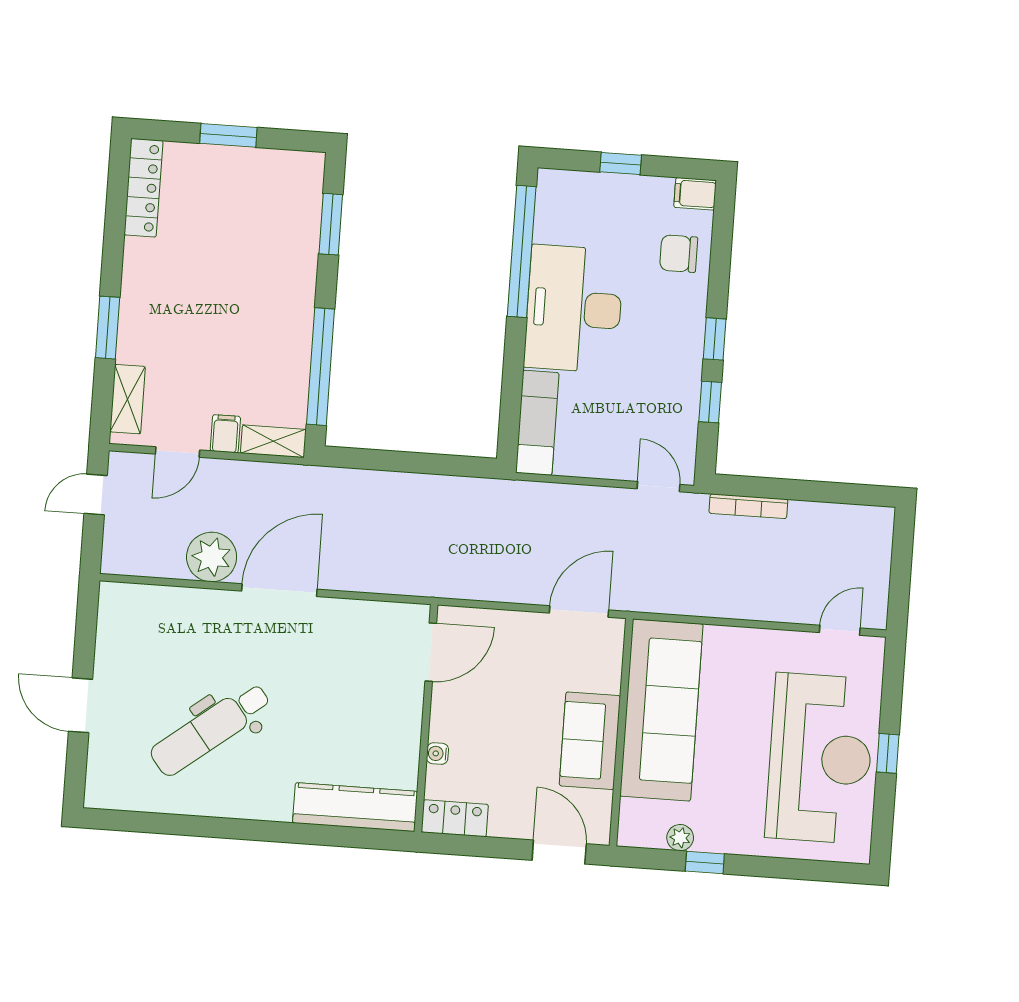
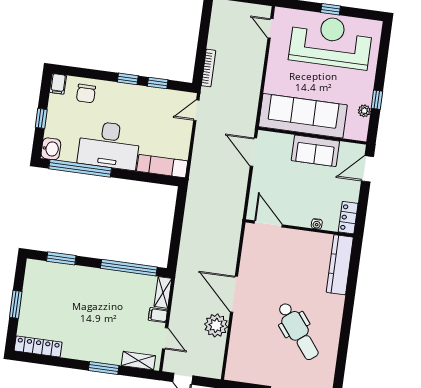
washbasin: (558, 188) -> (51, 149), added

